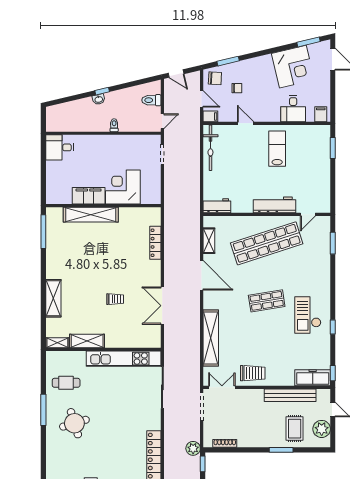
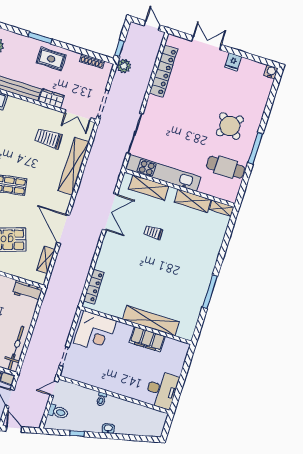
door: (176, 73) -> (14, 429), moved
window: (102, 91) -> (77, 434), moved
desk: (60, 147) -> (162, 390), width x1.37
corner desk: (123, 187) -> (95, 332), moved
window: (43, 232) -> (210, 292), moved
locker: (155, 243) -> (94, 286), moved
shelving: (53, 298) -> (149, 188), moved, turned 90
trolley: (253, 373) -> (48, 138), moved
cafe table: (66, 383) -> (225, 167), width x1.37, depth x1.35
wardrobe: (252, 396) -> (51, 99), added
round table: (74, 423) -> (230, 126), turned -34
rug: (295, 429) -> (51, 59), moved, turned 90

